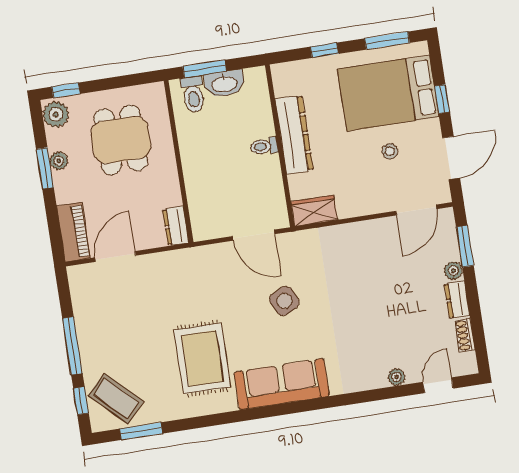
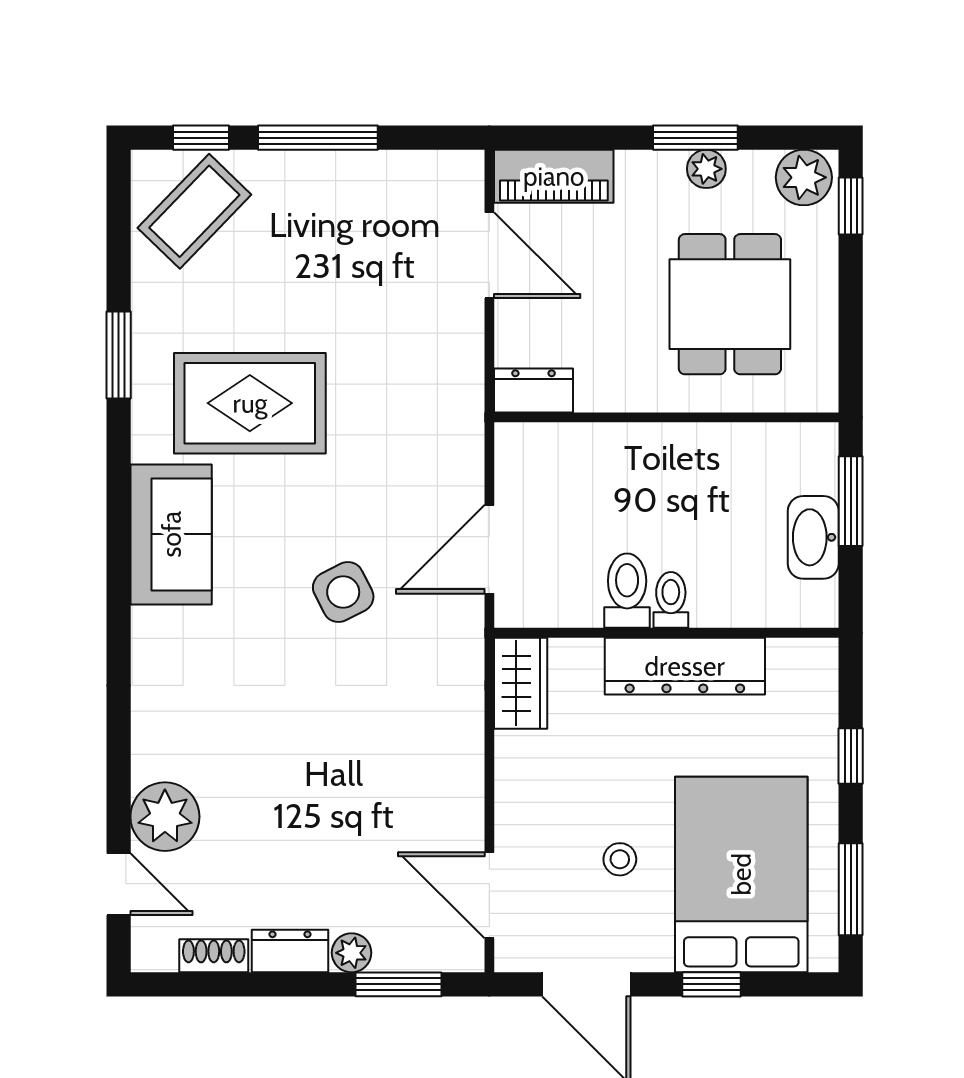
toilet: (193, 94) -> (627, 591), moved, turned 90
dining table: (121, 140) -> (730, 304), turned 90
plant: (397, 377) -> (165, 817), width x1.88, depth x1.88
sofa: (282, 384) -> (171, 534), width x0.73
window: (141, 431) -> (119, 355), moved

